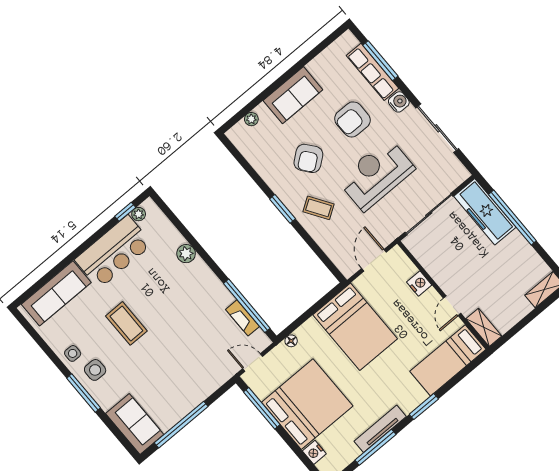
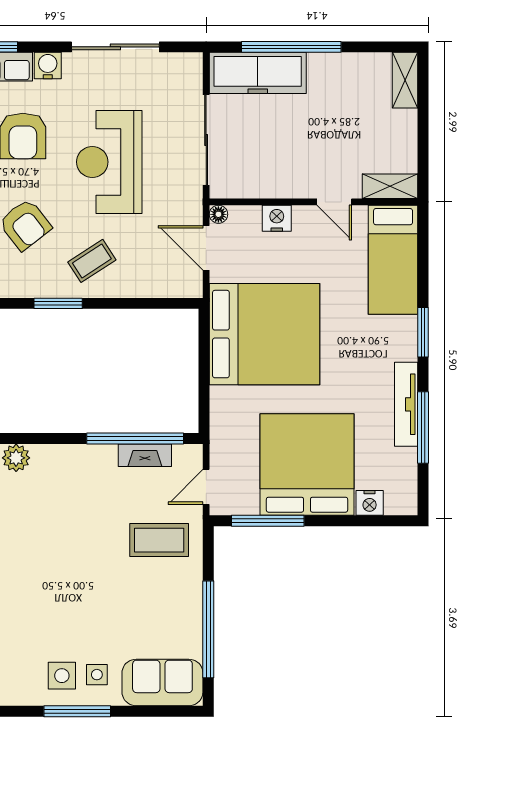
coffee table: (126, 323) -> (159, 540), moved
bed: (355, 327) -> (264, 334), width x1.36
floor lamp: (291, 341) -> (218, 214), moved
side table: (73, 353) -> (97, 675), moved

